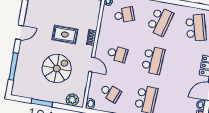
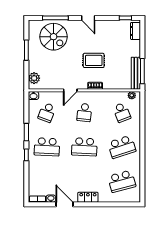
school desk: (160, 21) -> (122, 147), turned -33
rug: (65, 34) -> (94, 60), turned 90
spiral stairs: (57, 69) -> (54, 37), moved

